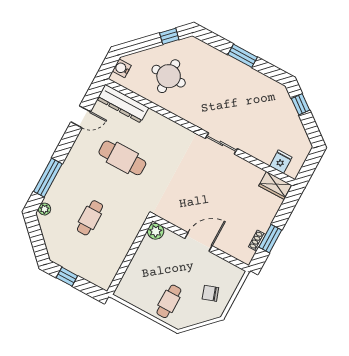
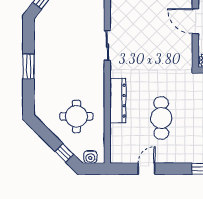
window: (169, 36) -> (64, 153), moved
dresser: (123, 104) -> (118, 101), moved
door: (81, 117) -> (146, 169), hinge flipped

